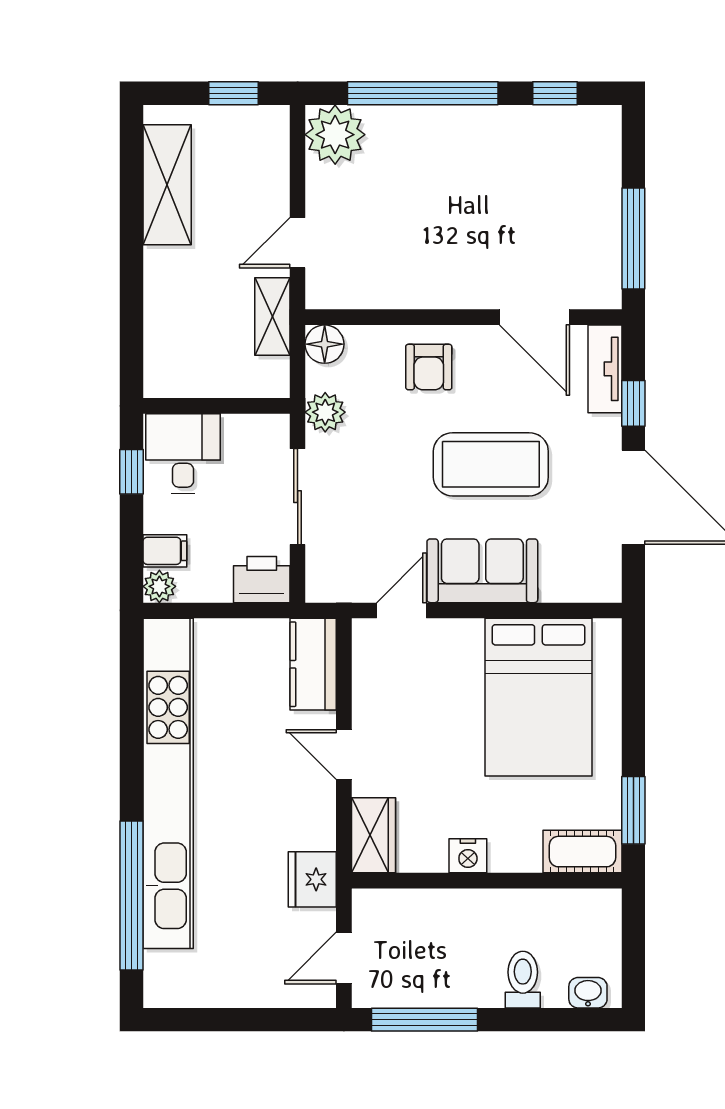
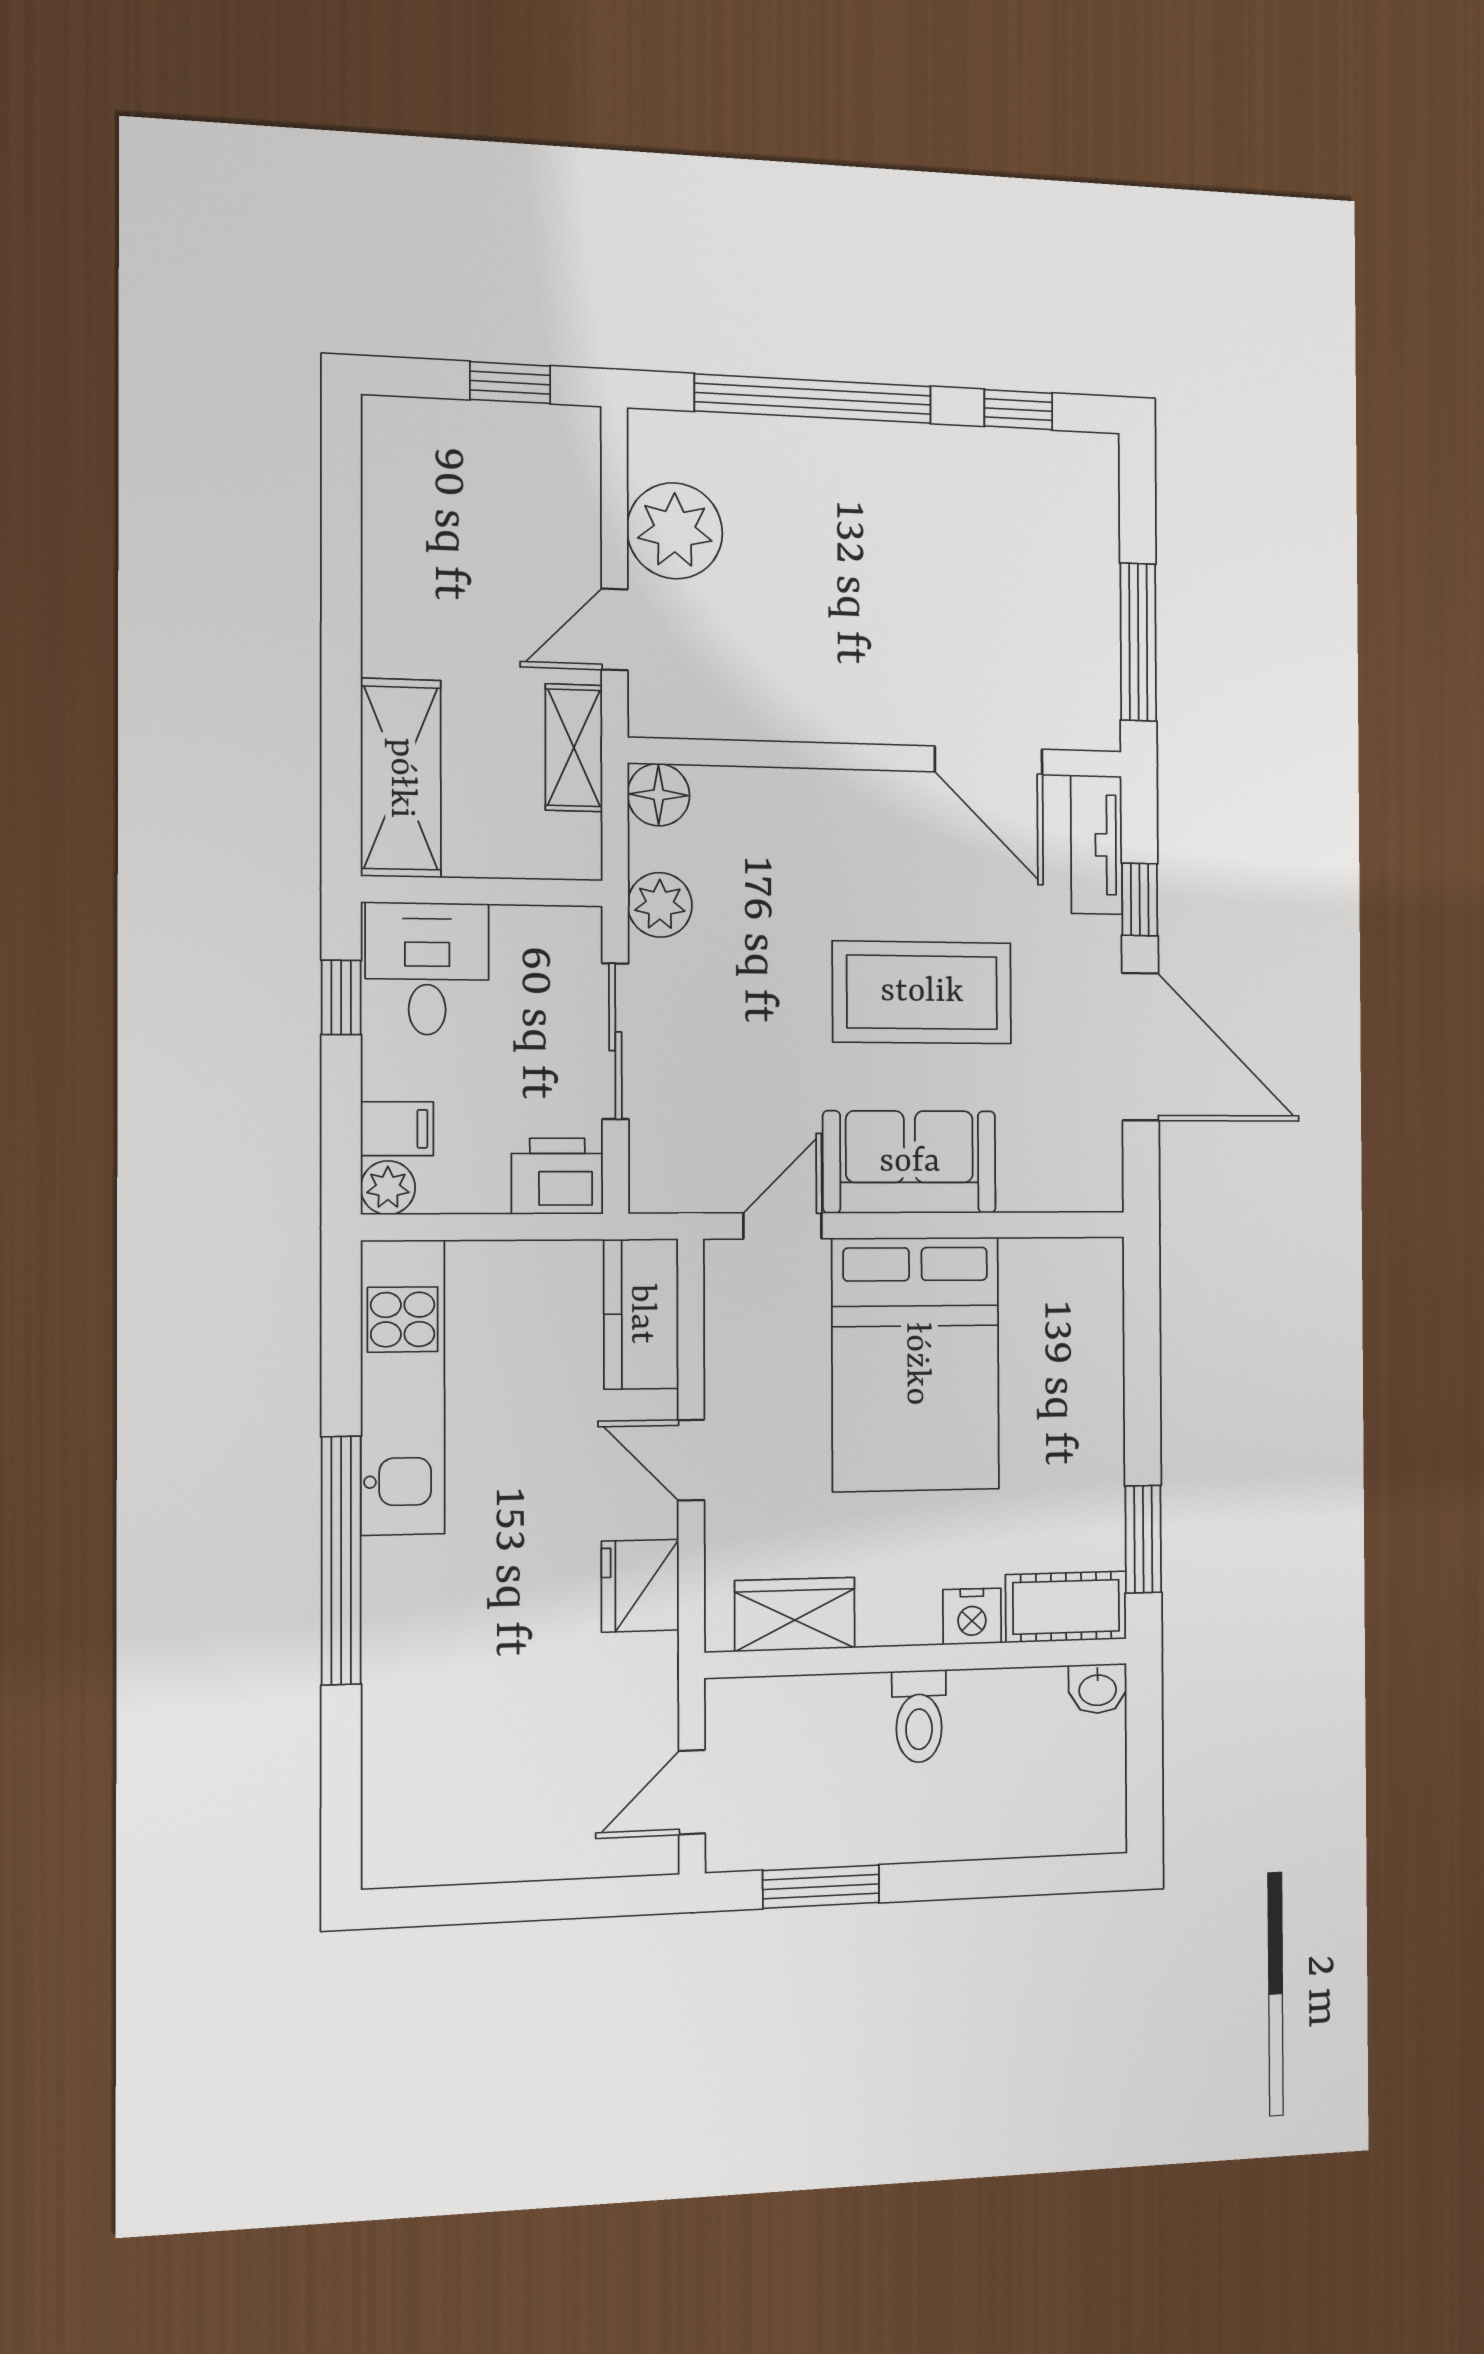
plant: (335, 135) -> (675, 531), moved
shelving: (167, 185) -> (401, 778), moved
armchair: (429, 367) -> (824, 836), removed
bed: (538, 697) -> (916, 1364), moved
kitchen unit: (168, 783) -> (403, 1387), width x0.54
wardrobe: (373, 835) -> (795, 1614), moved, turned -90
nightstand: (468, 856) -> (972, 1616), moved
fridge: (312, 879) -> (640, 1586), moved
window: (132, 896) -> (341, 1560), moved
toilet: (523, 980) -> (919, 1716), moved, turned 180
washbasin: (588, 993) -> (1098, 1689), moved, turned 180
window: (424, 1020) -> (821, 1887), width x0.69

